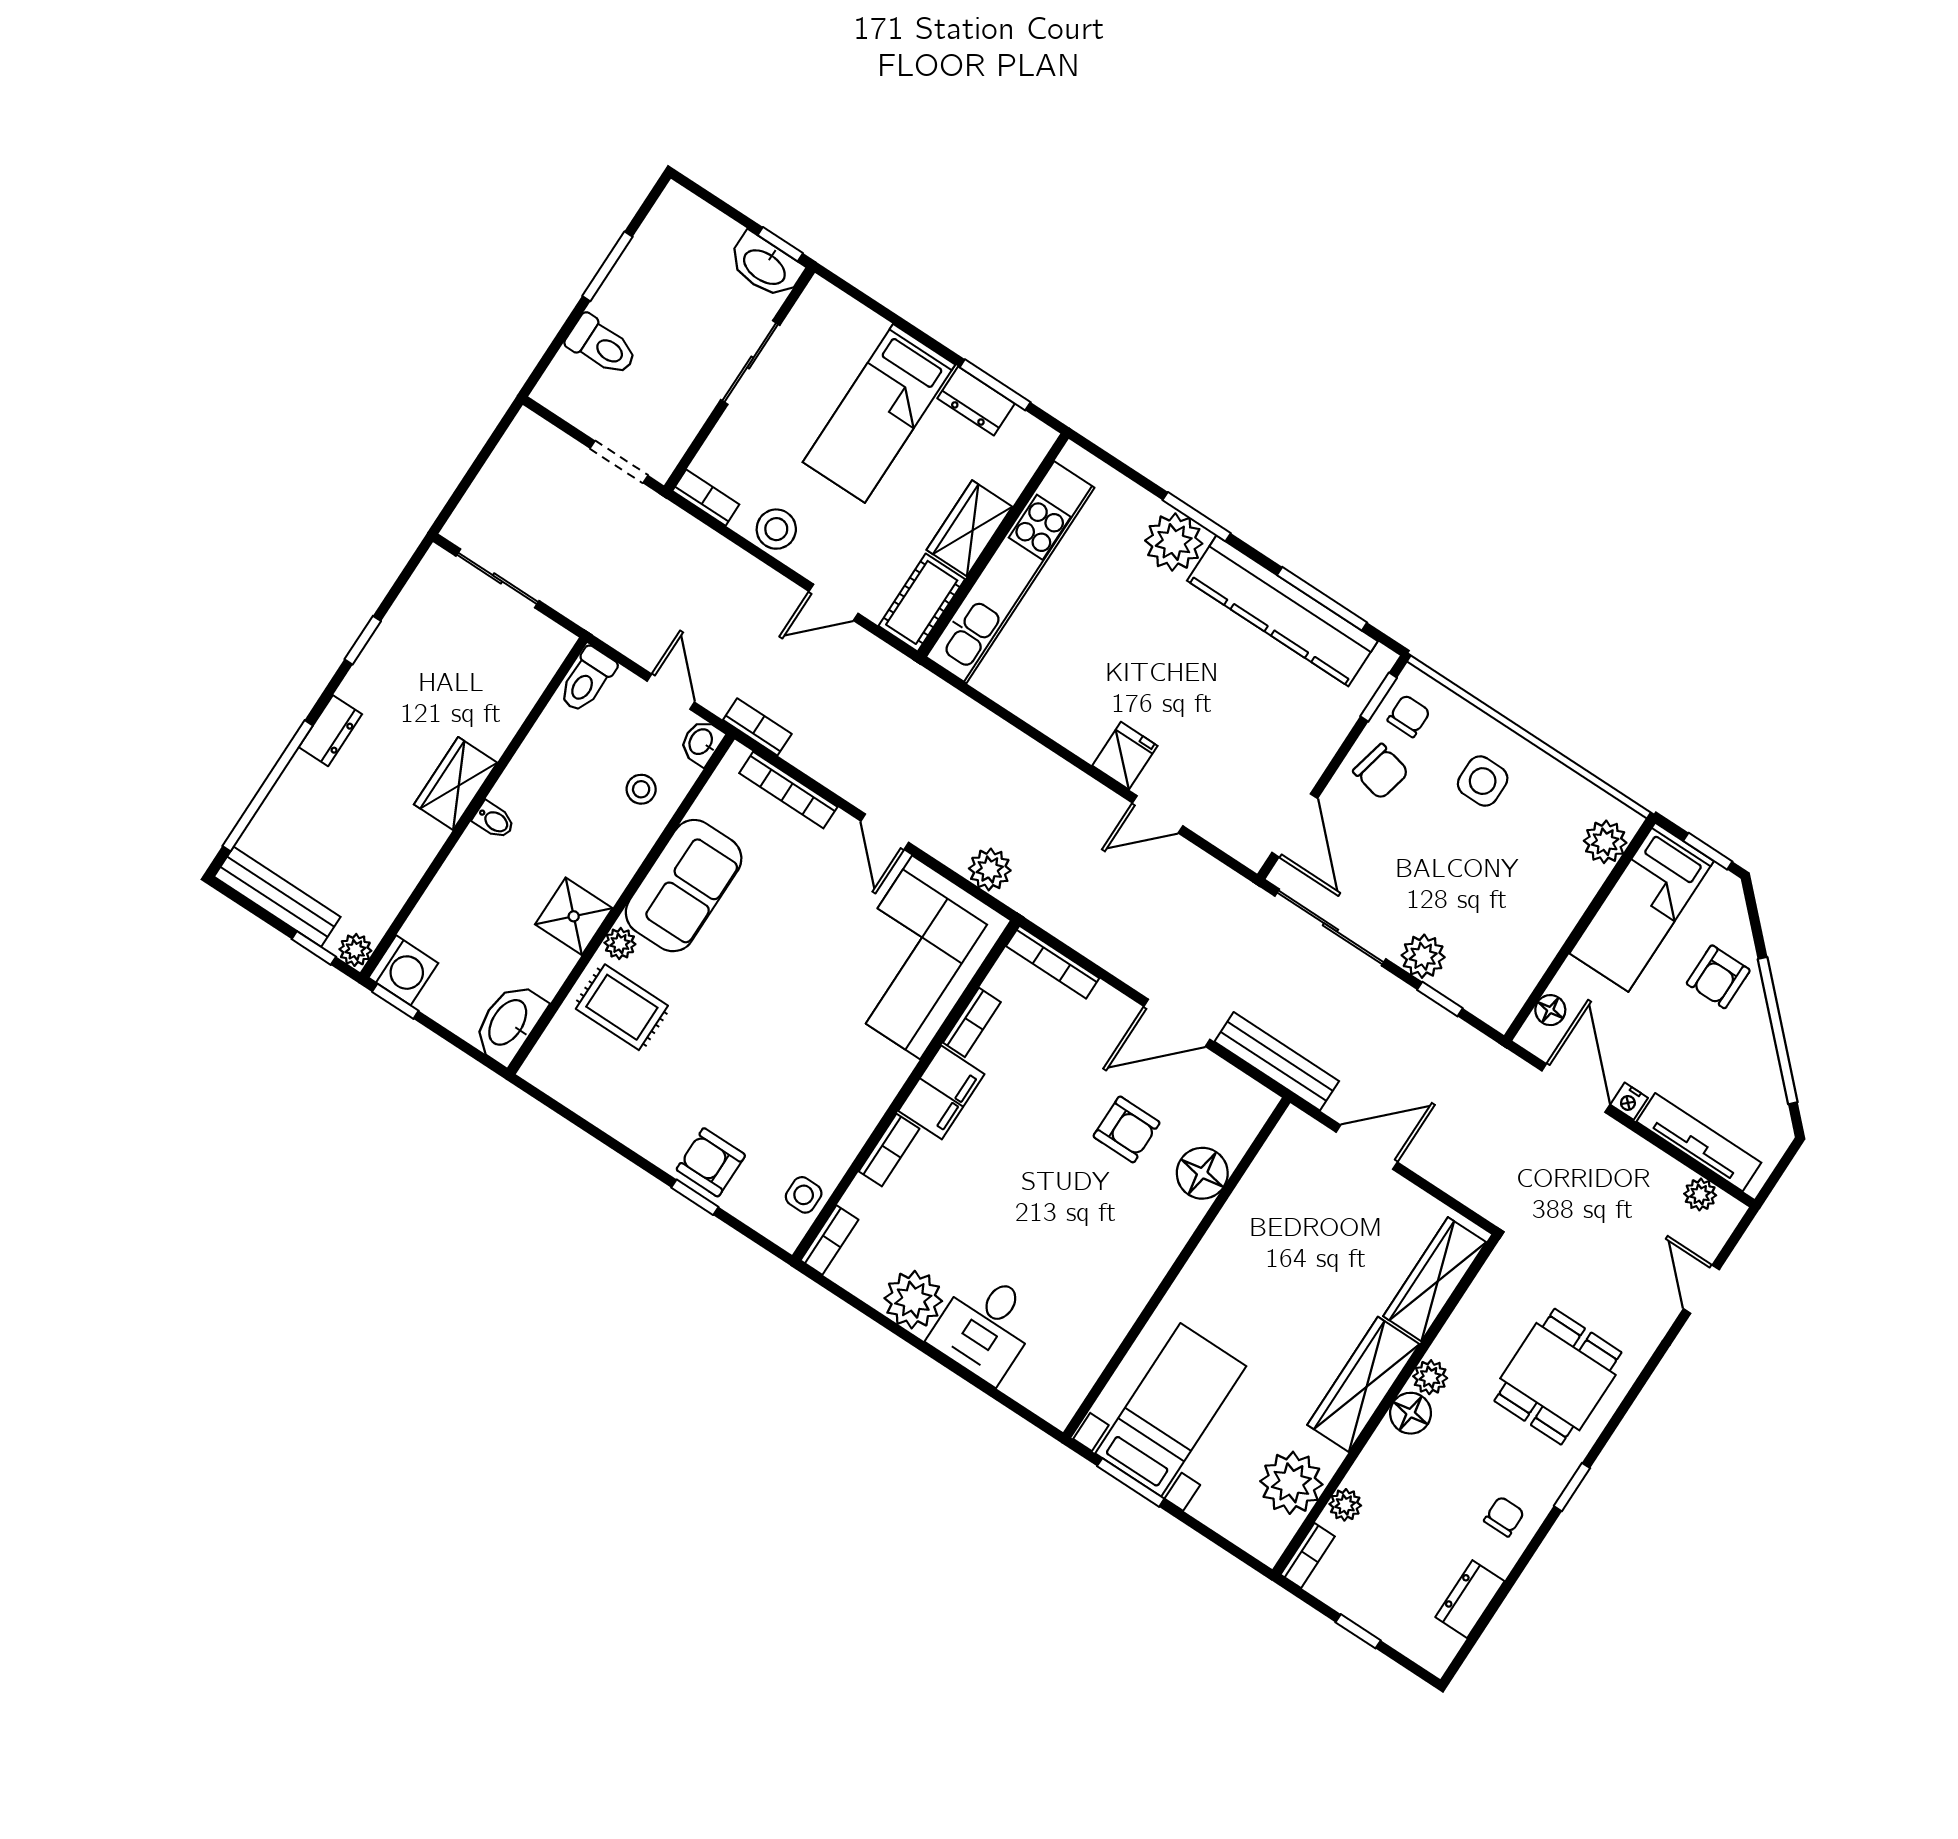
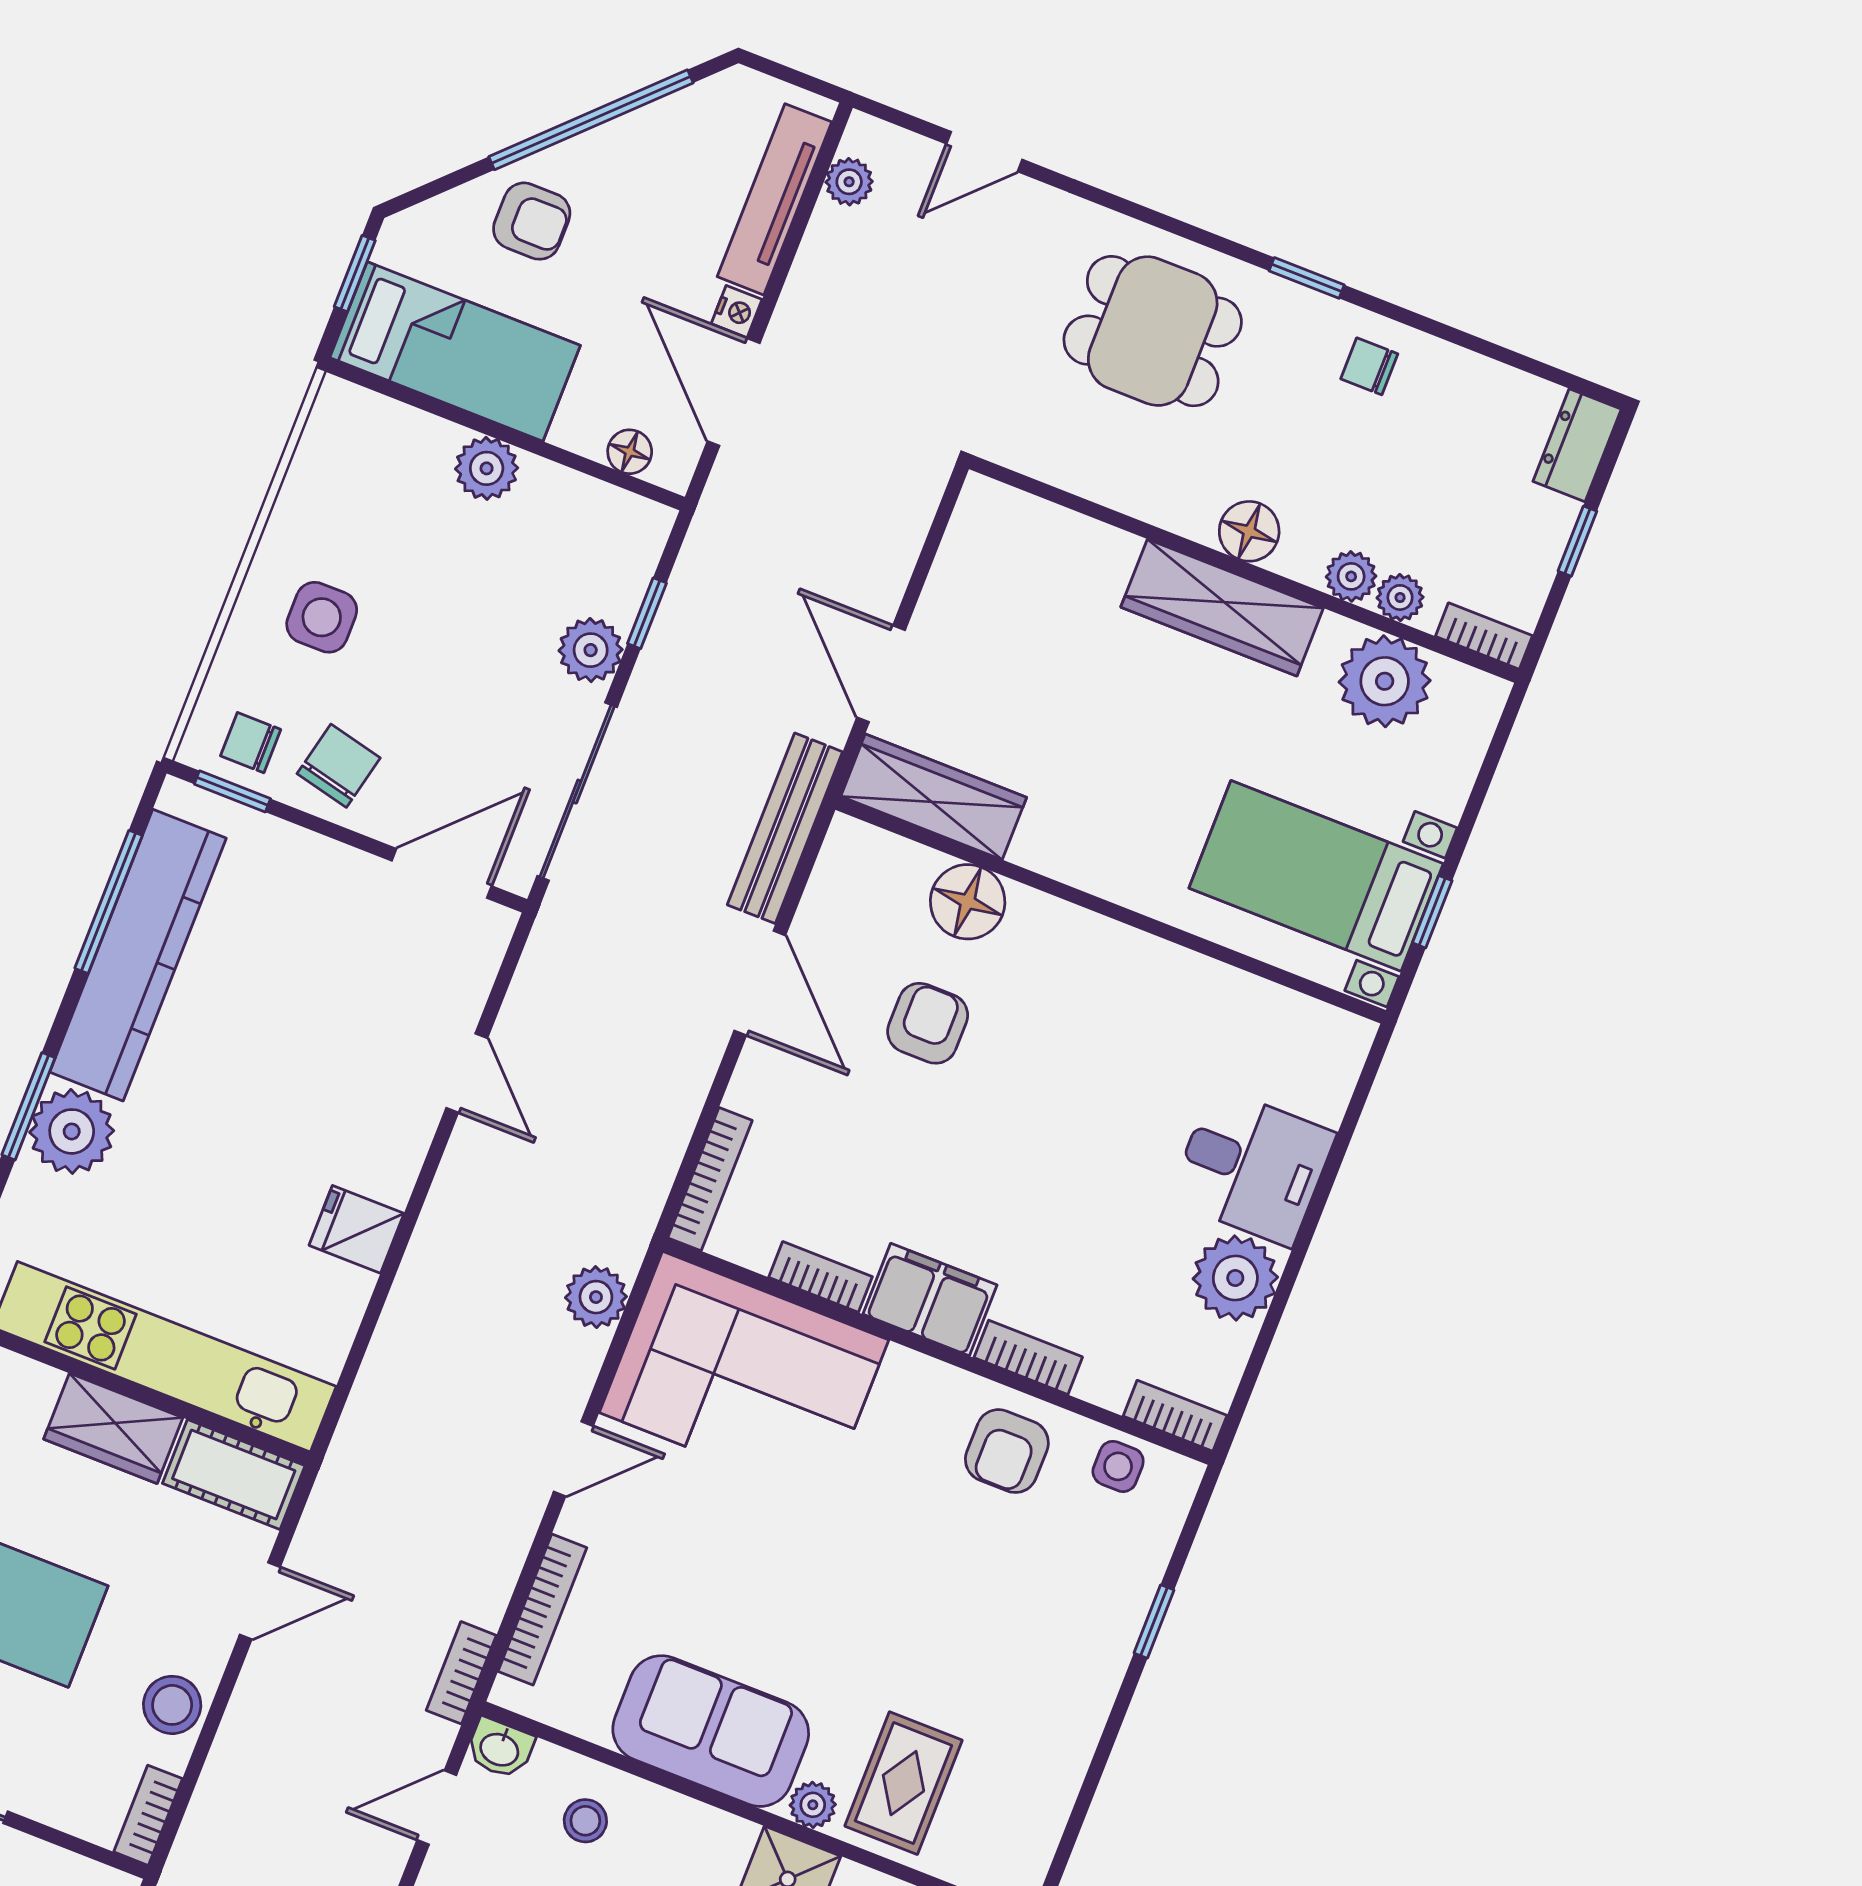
door: (834, 602) -> (260, 1601), hinge flipped
fridge: (1125, 756) -> (357, 1229), moved
plant: (1605, 842) -> (487, 468), moved
door: (1576, 1088) -> (734, 392), hinge flipped
armchair: (711, 1162) -> (1007, 1451), moved
wardrobe: (1435, 1279) -> (934, 797), moved, turned 180
plant: (1430, 1377) -> (1351, 576), moved
window: (1131, 1482) -> (1432, 912), width x0.67
dresser: (1470, 1599) -> (1577, 445), moved, turned 90

